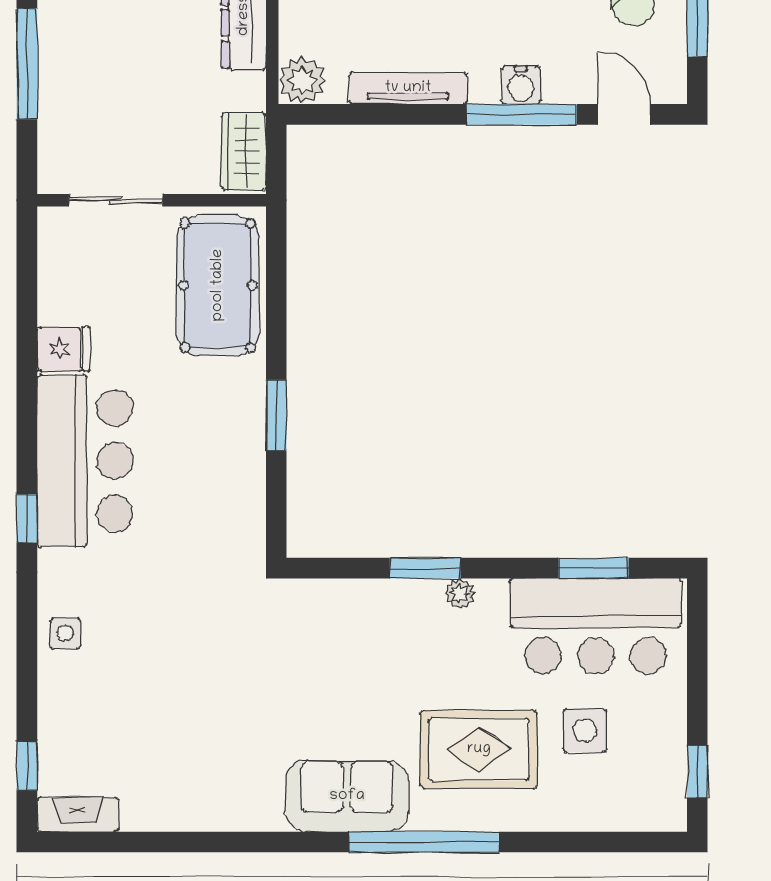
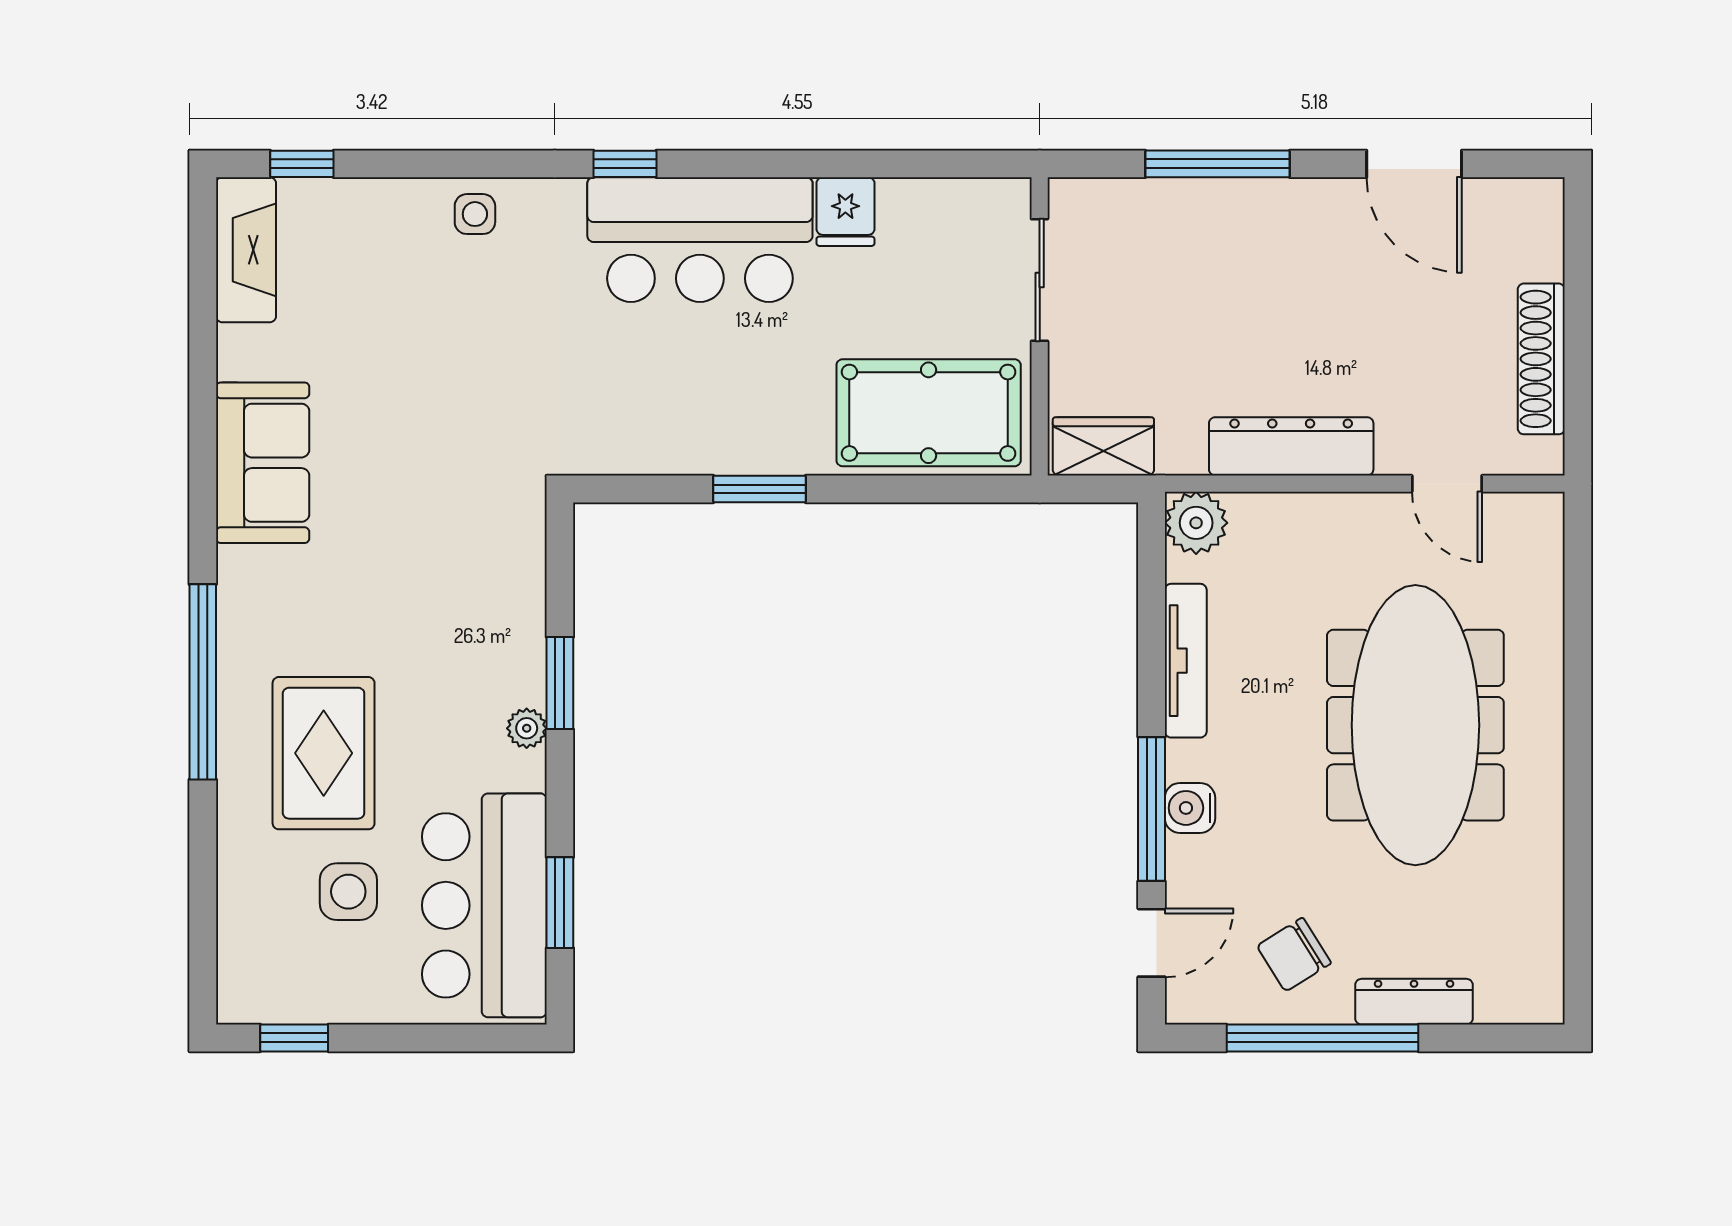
sofa: (347, 796) -> (263, 463), moved
fireplace: (78, 814) -> (246, 250), width x1.37, depth x1.32

